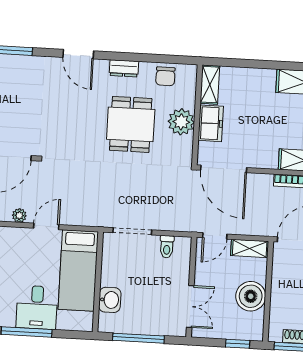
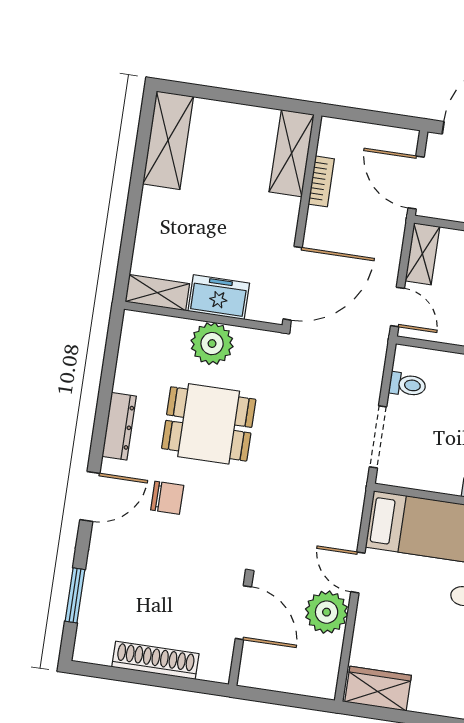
dresser: (124, 68) -> (119, 426), width x1.44
chair: (165, 76) -> (167, 498), moved
plant: (19, 215) -> (327, 612), width x1.88, depth x1.88

